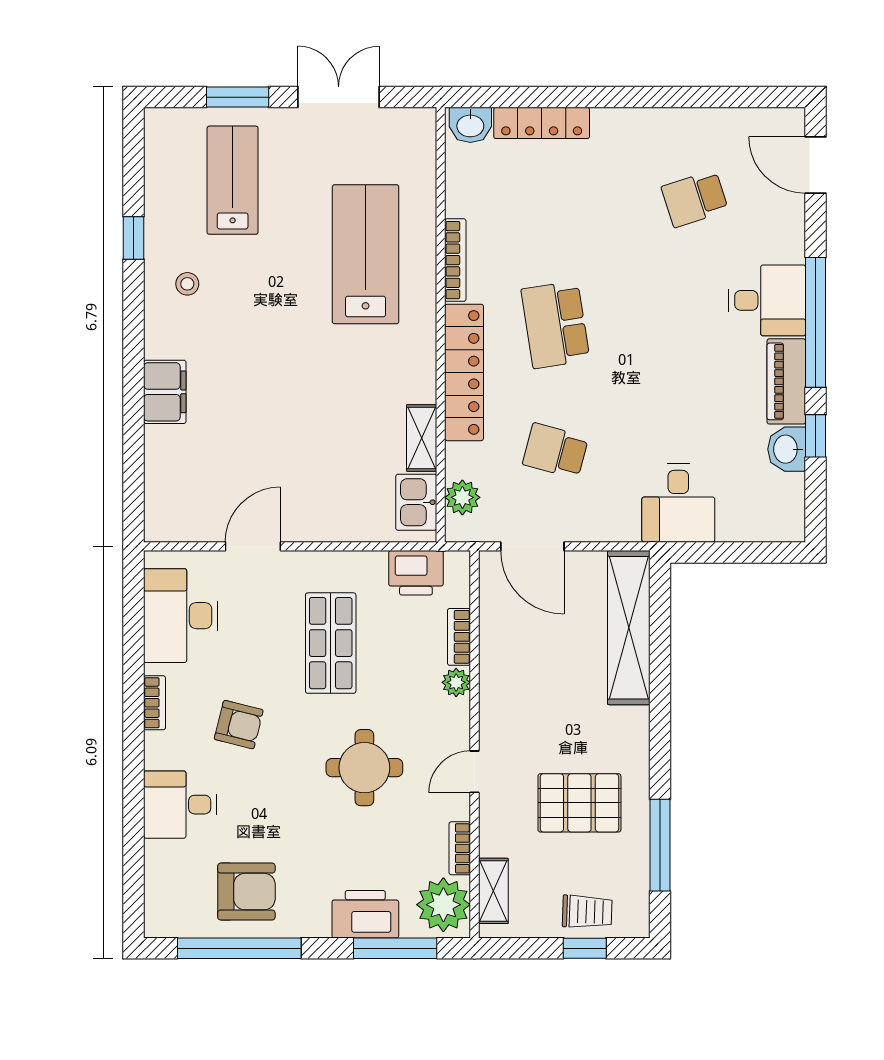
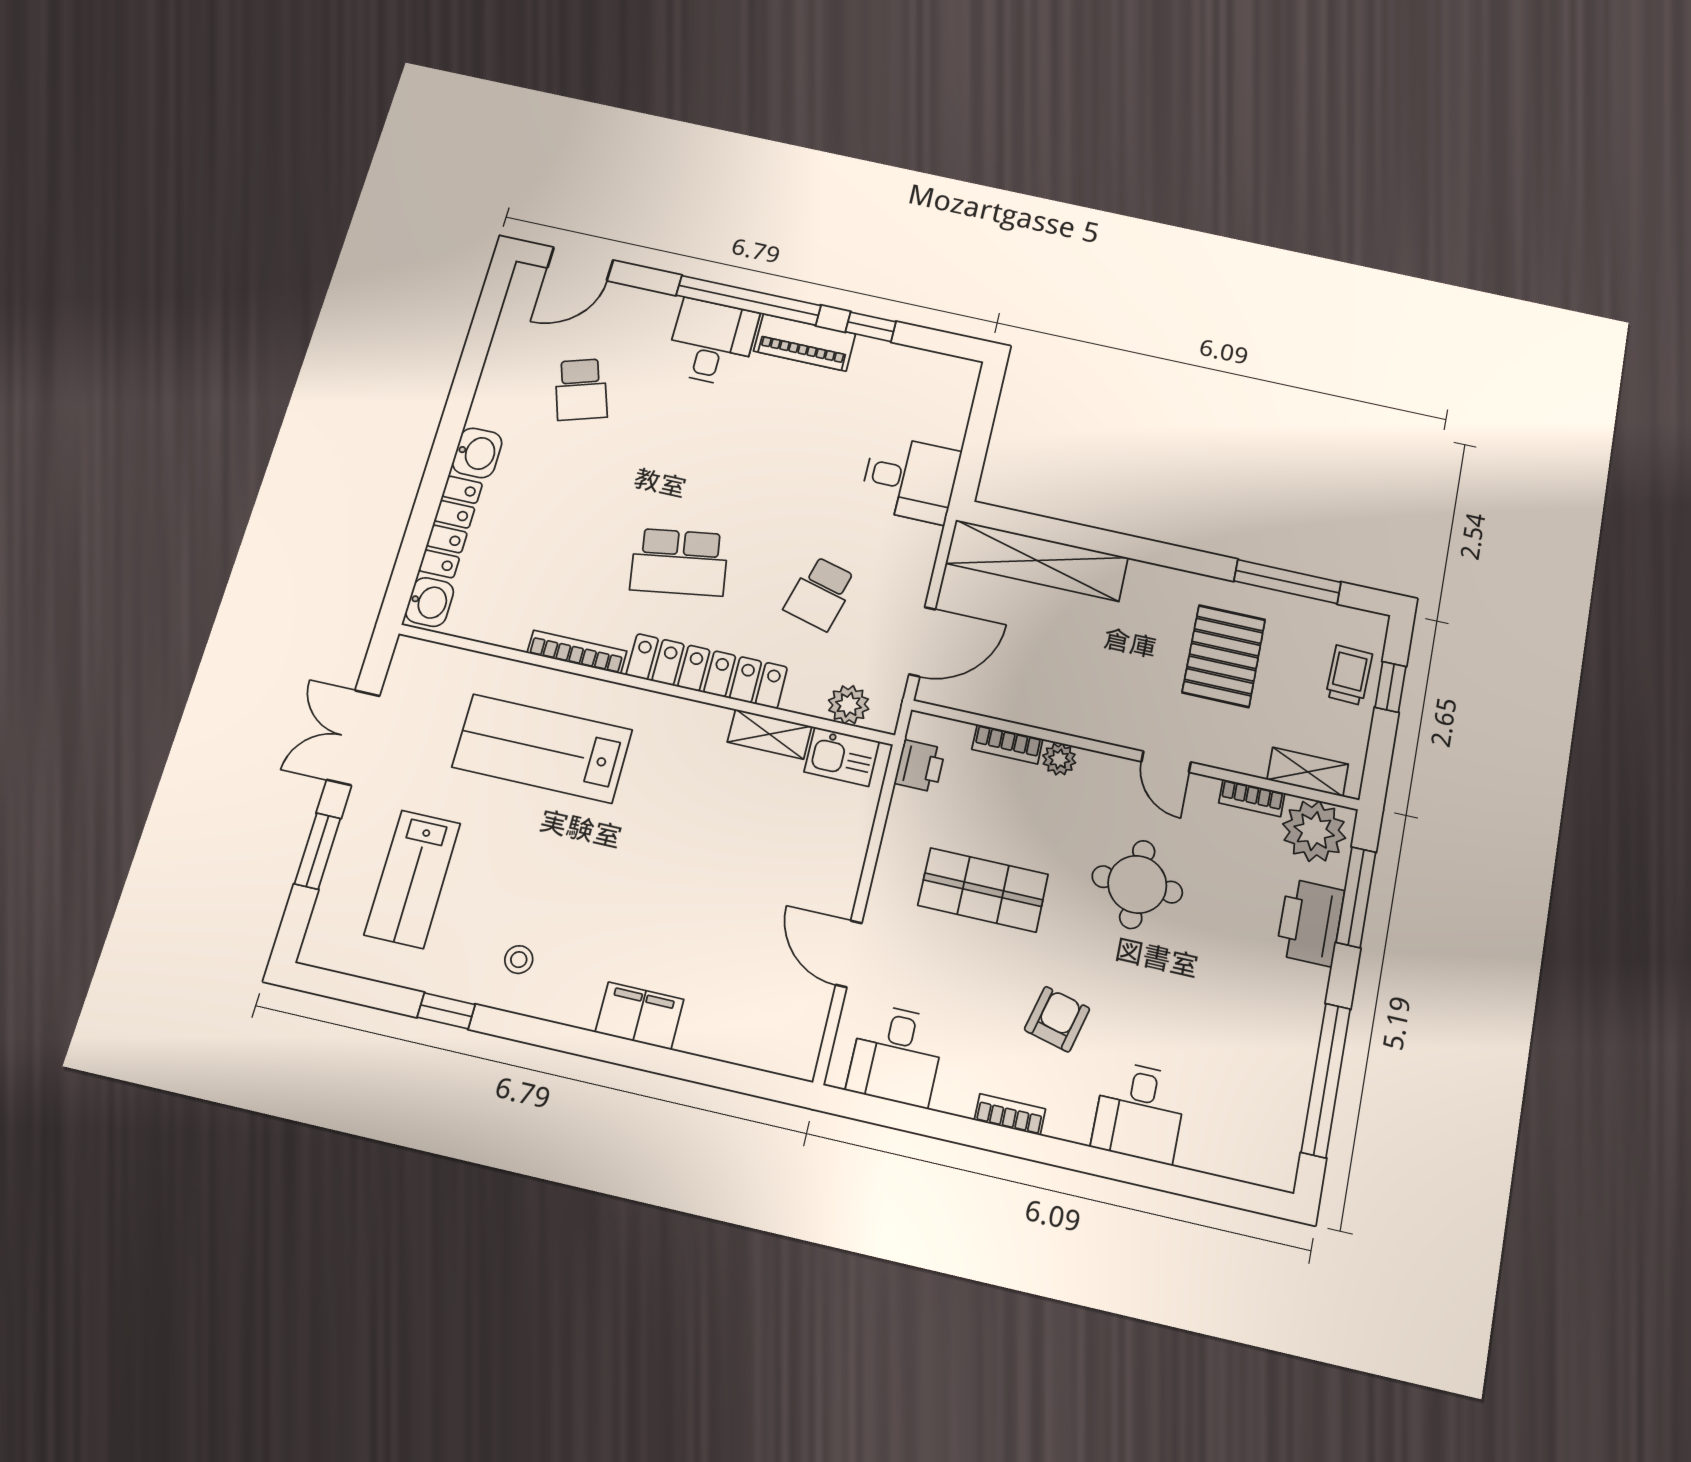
lab bench: (233, 180) -> (412, 879), turned -90
washbasin: (787, 449) -> (477, 453), moved, turned -90
printer: (416, 573) -> (920, 766), width x0.73, depth x0.81
desk: (181, 616) -> (896, 1055), width x0.73
armchair: (246, 892) -> (1259, 1056), removed

